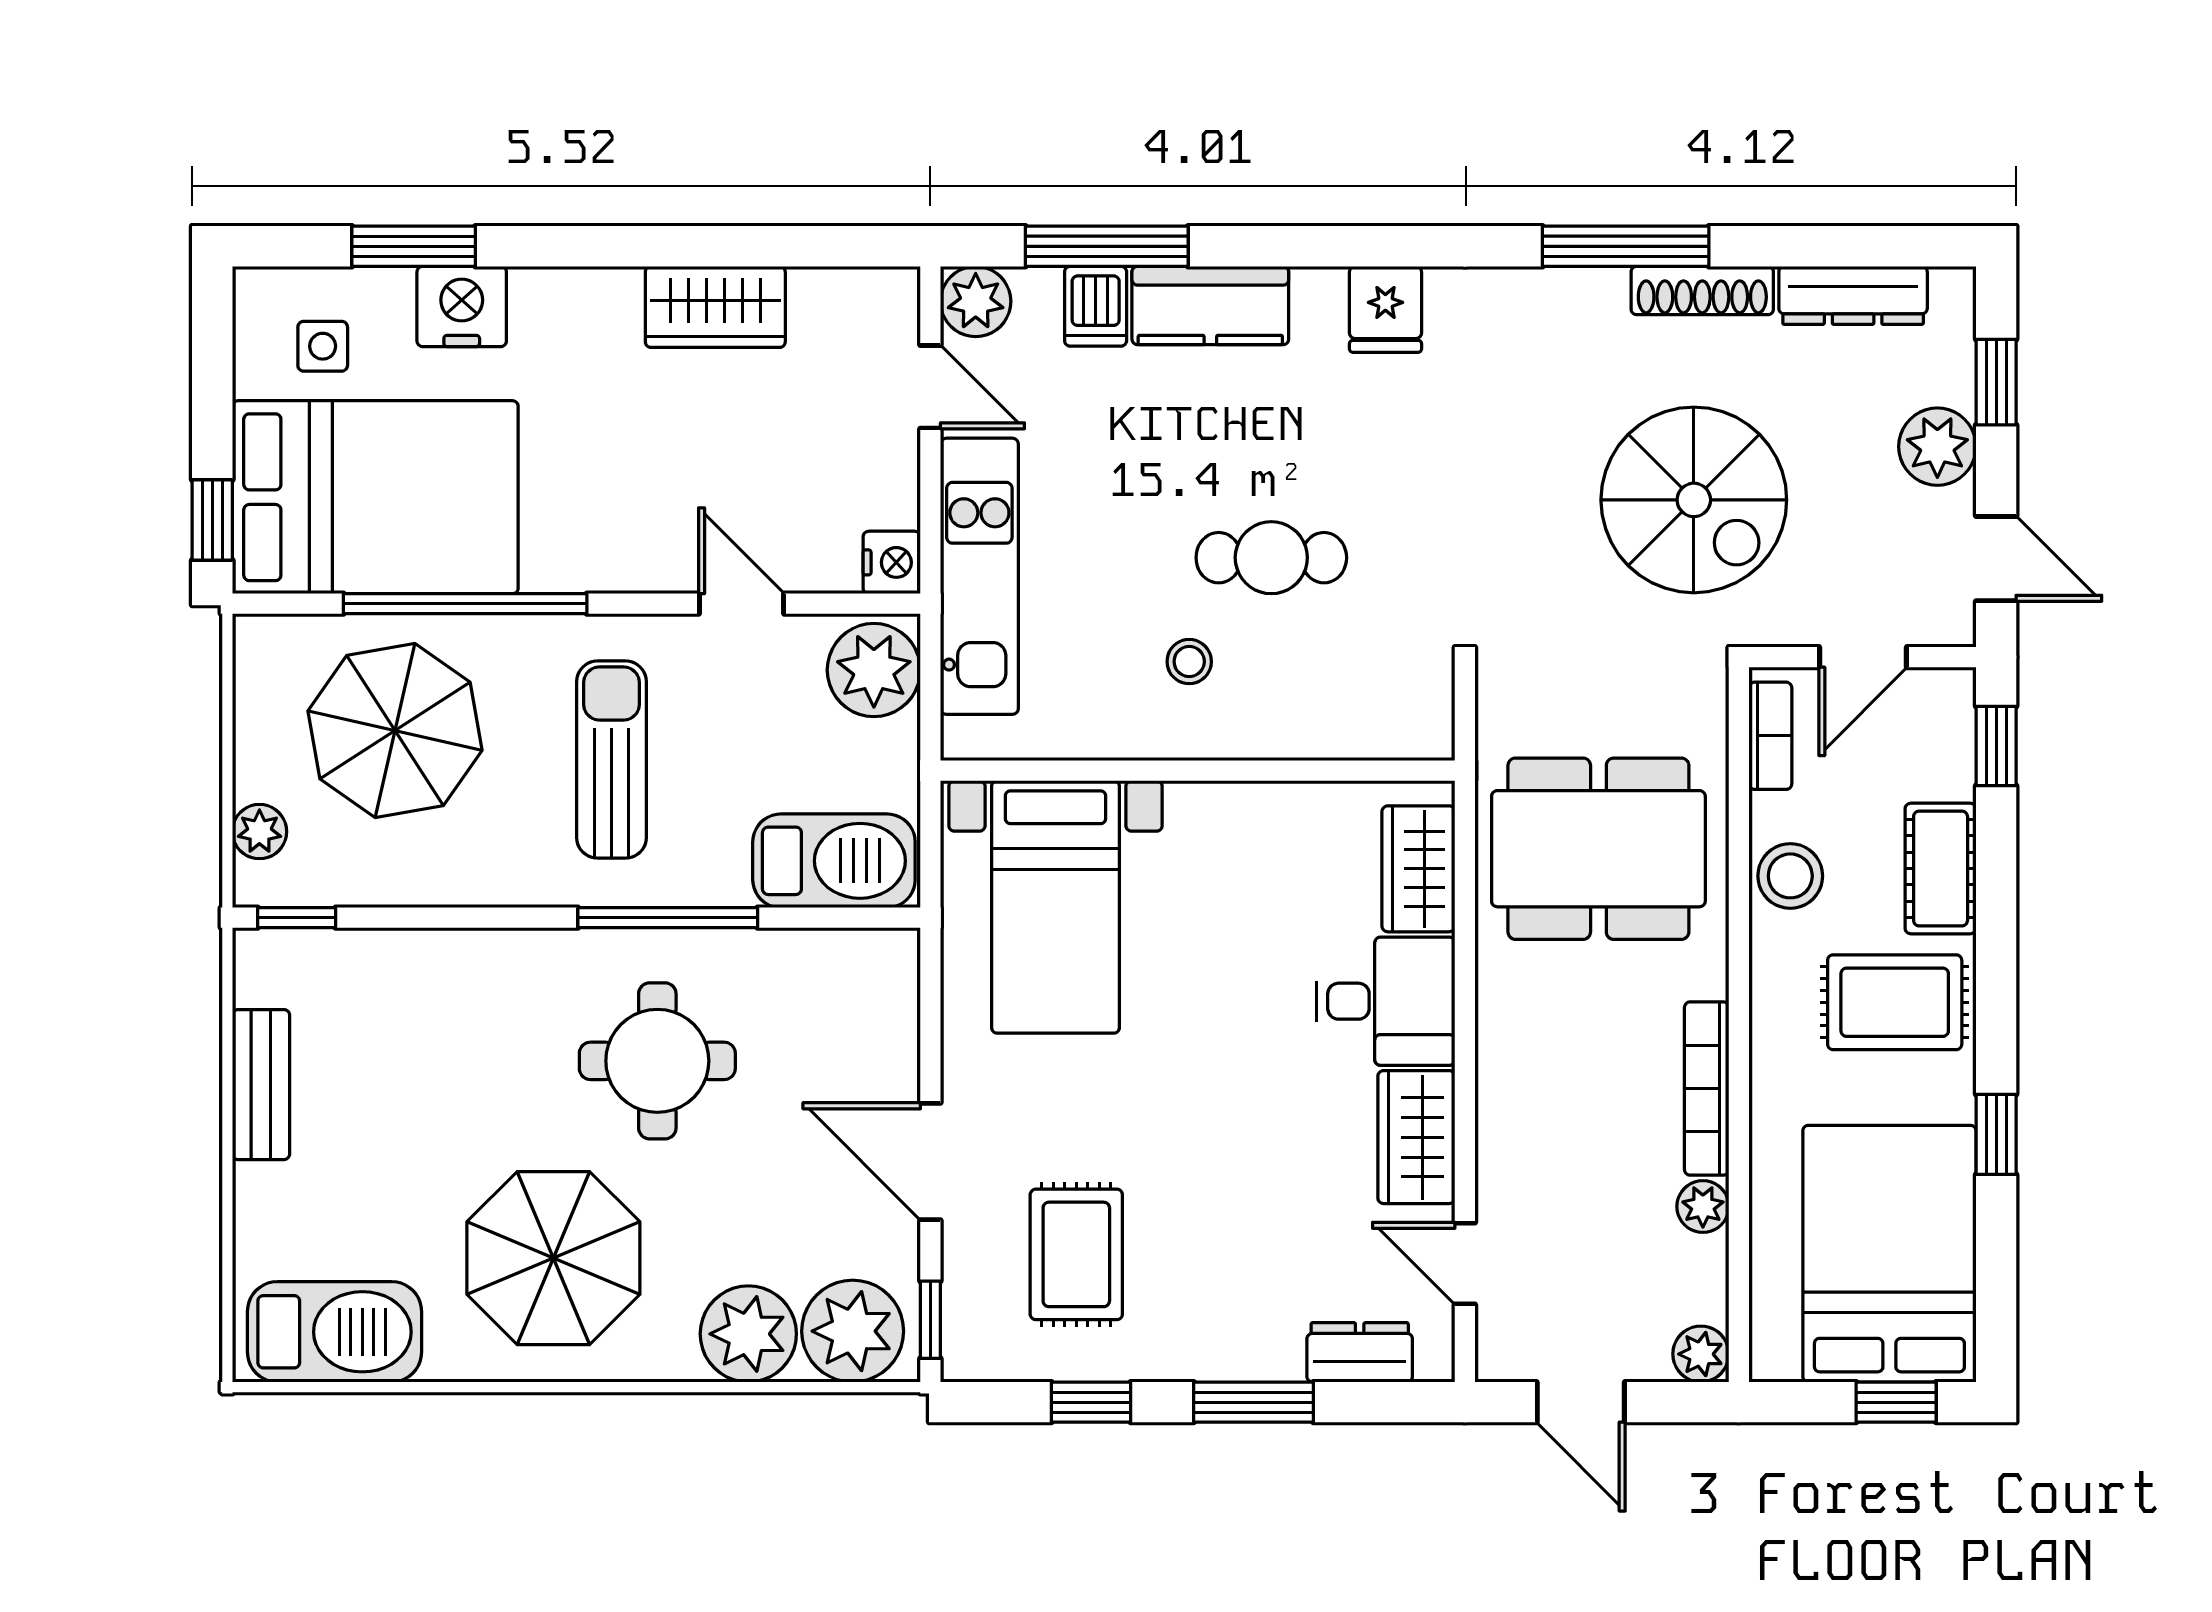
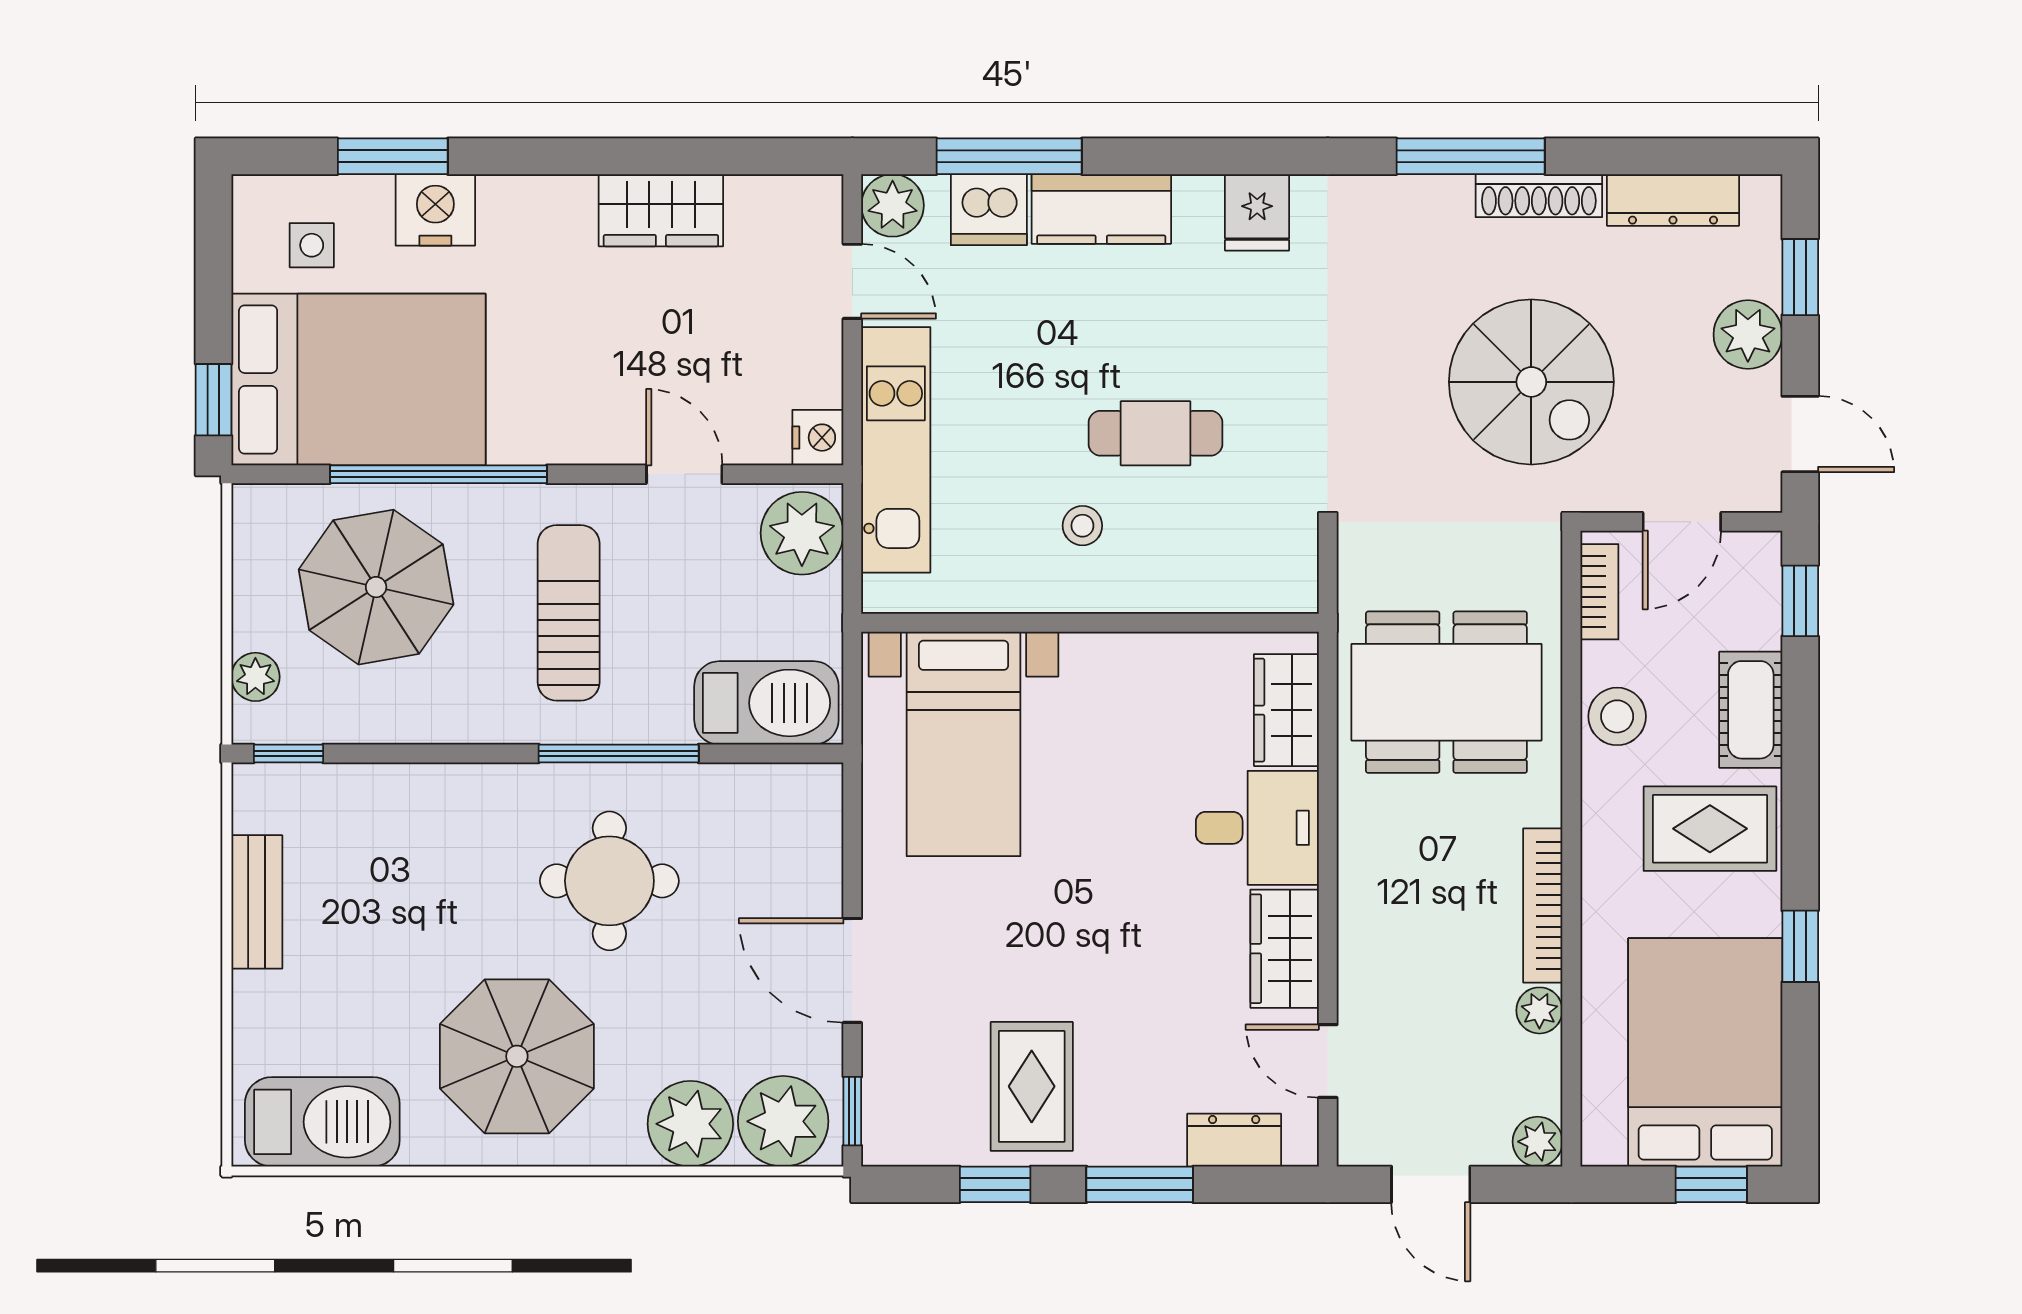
dishwasher: (1096, 306) -> (989, 210), width x1.38
rug: (1076, 1254) -> (1032, 1086), moved

